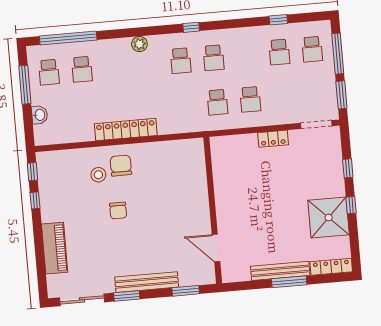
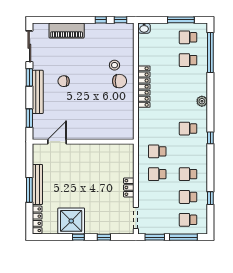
school desk: (214, 58) -> (188, 174), moved
washbasin: (39, 115) -> (144, 28), moved
chair: (118, 210) -> (64, 81), moved

